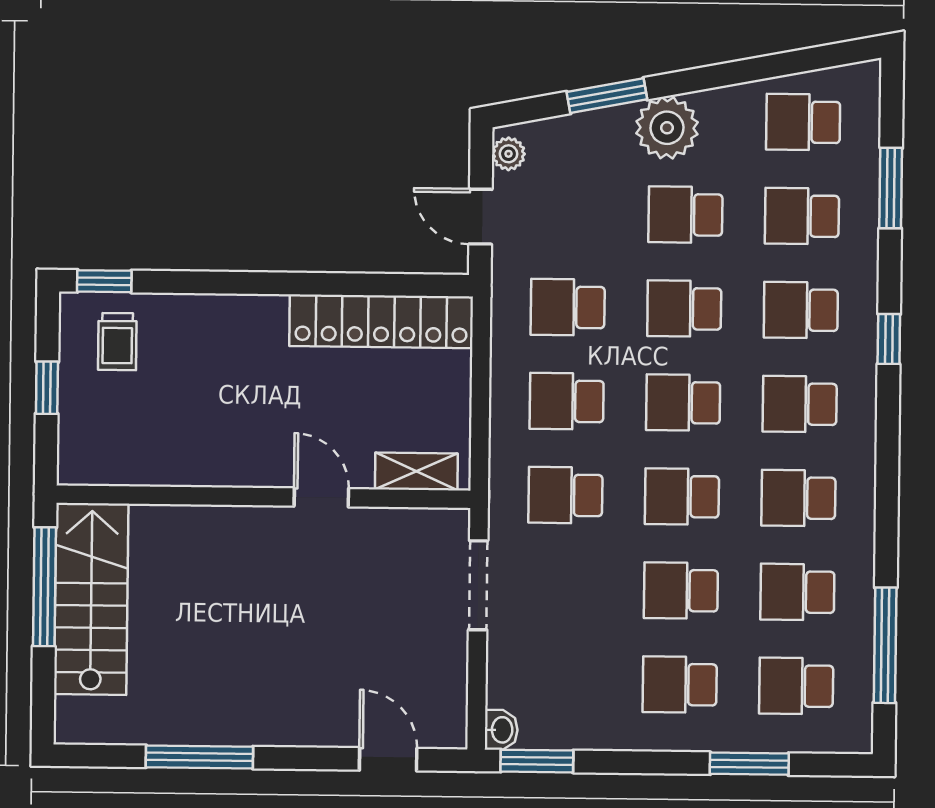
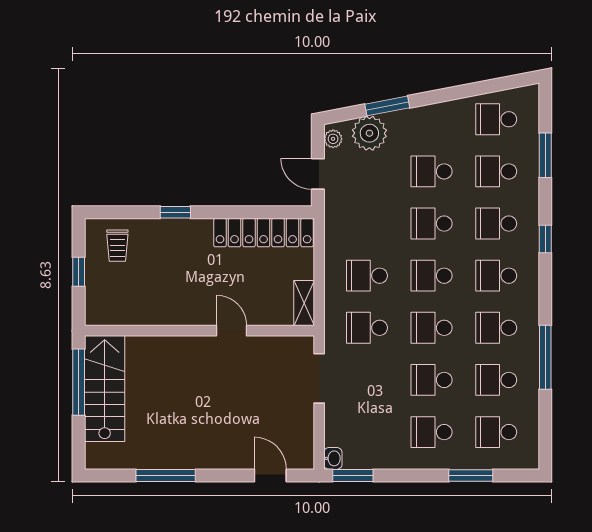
plant: (667, 128) -> (369, 133), moved
window: (104, 281) -> (175, 212), moved
school desk: (568, 307) -> (367, 224), removed
shelving: (416, 471) -> (304, 303), moved, turned 90
window: (885, 645) -> (545, 357), moved

